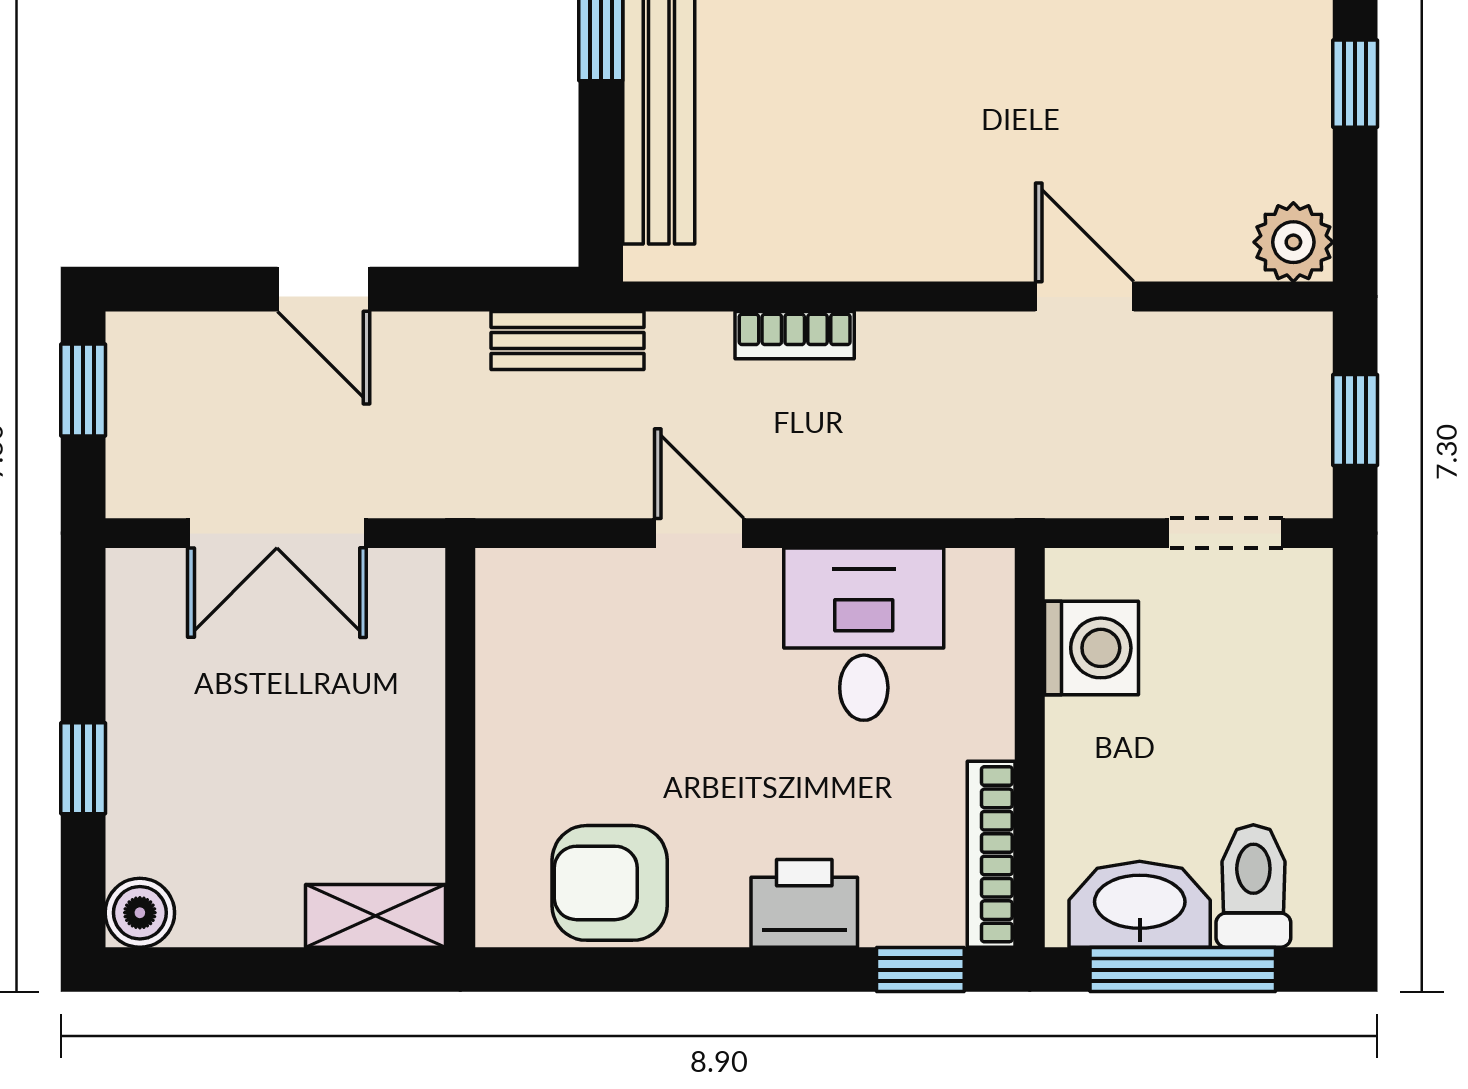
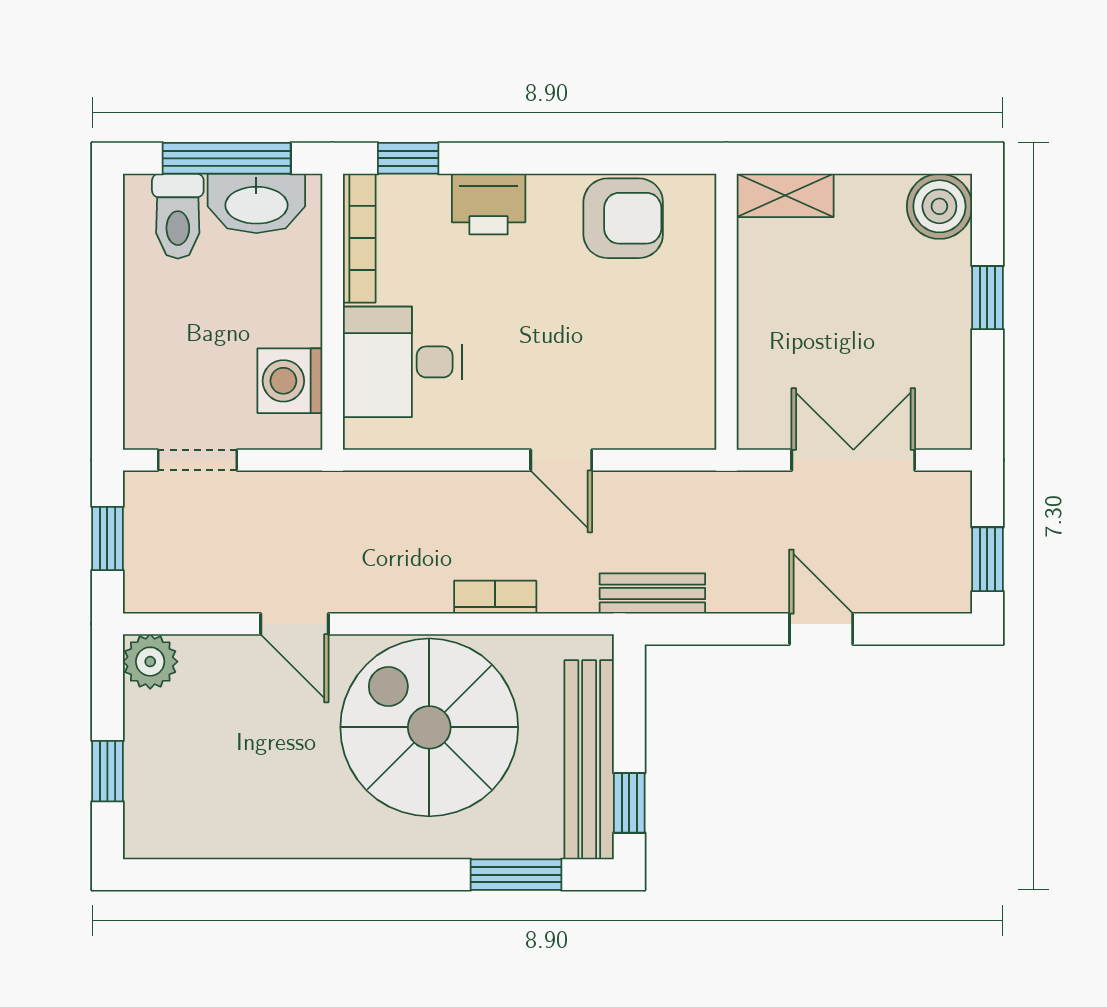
spiral stairs: (890, 147) -> (429, 727), added
desk: (864, 634) -> (402, 362), moved, turned 90
boiler: (140, 913) -> (939, 206), width x1.36, depth x1.36

